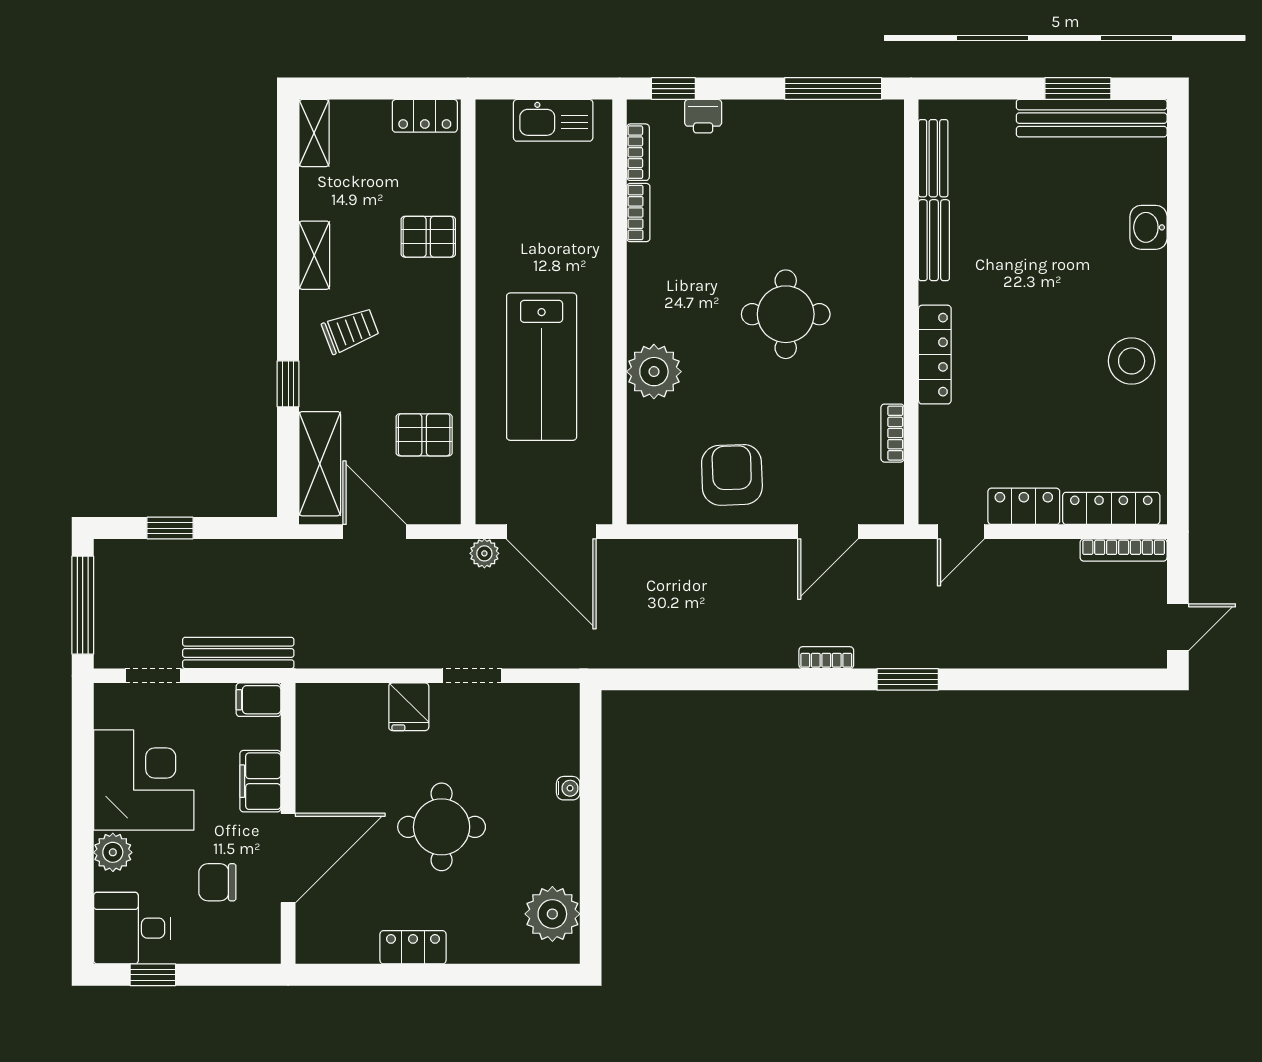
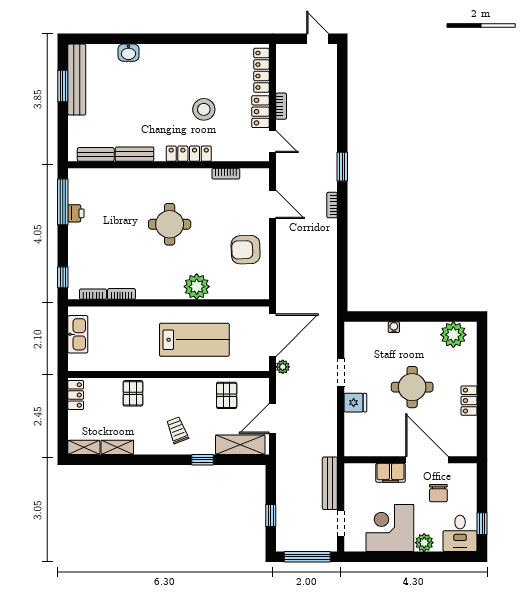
printer: (703, 116) -> (76, 213), moved
shelving: (314, 255) -> (117, 447), moved
stool: (1132, 361) -> (204, 109), moved
bookcase: (1124, 550) -> (281, 106), moved, width x0.64
filing cabinet: (258, 700) -> (352, 474), removed

